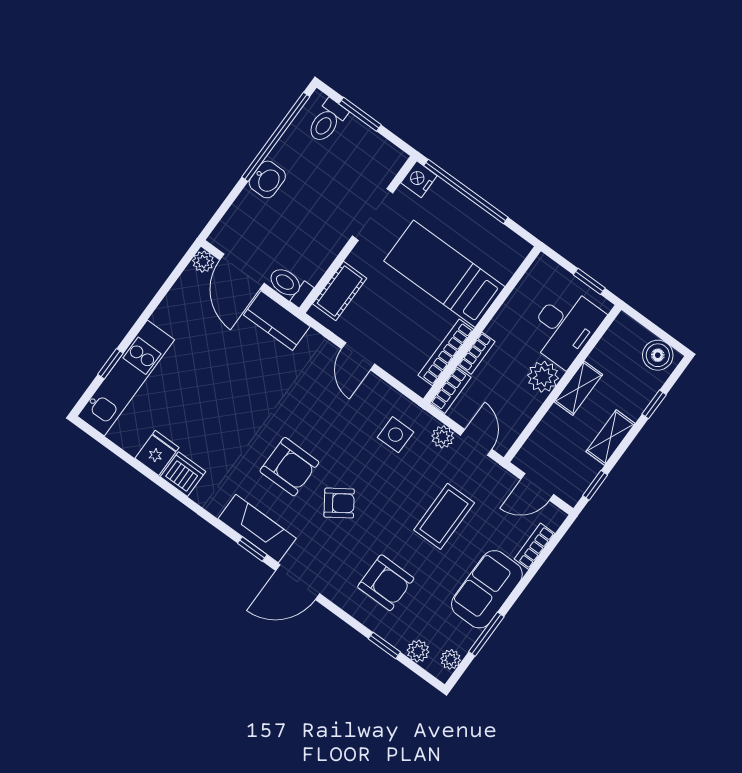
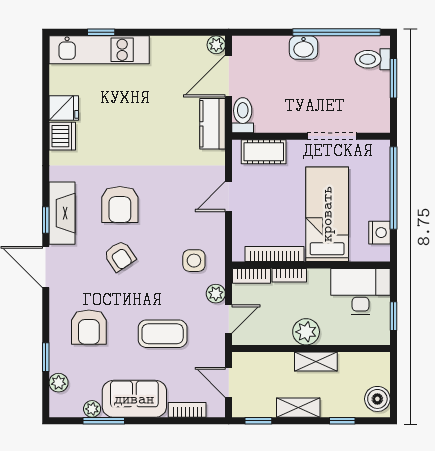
nightstand: (419, 179) -> (379, 233), moved, turned 90
desk: (565, 327) -> (361, 292), moved, turned 180
plant: (451, 659) -> (92, 409), moved

